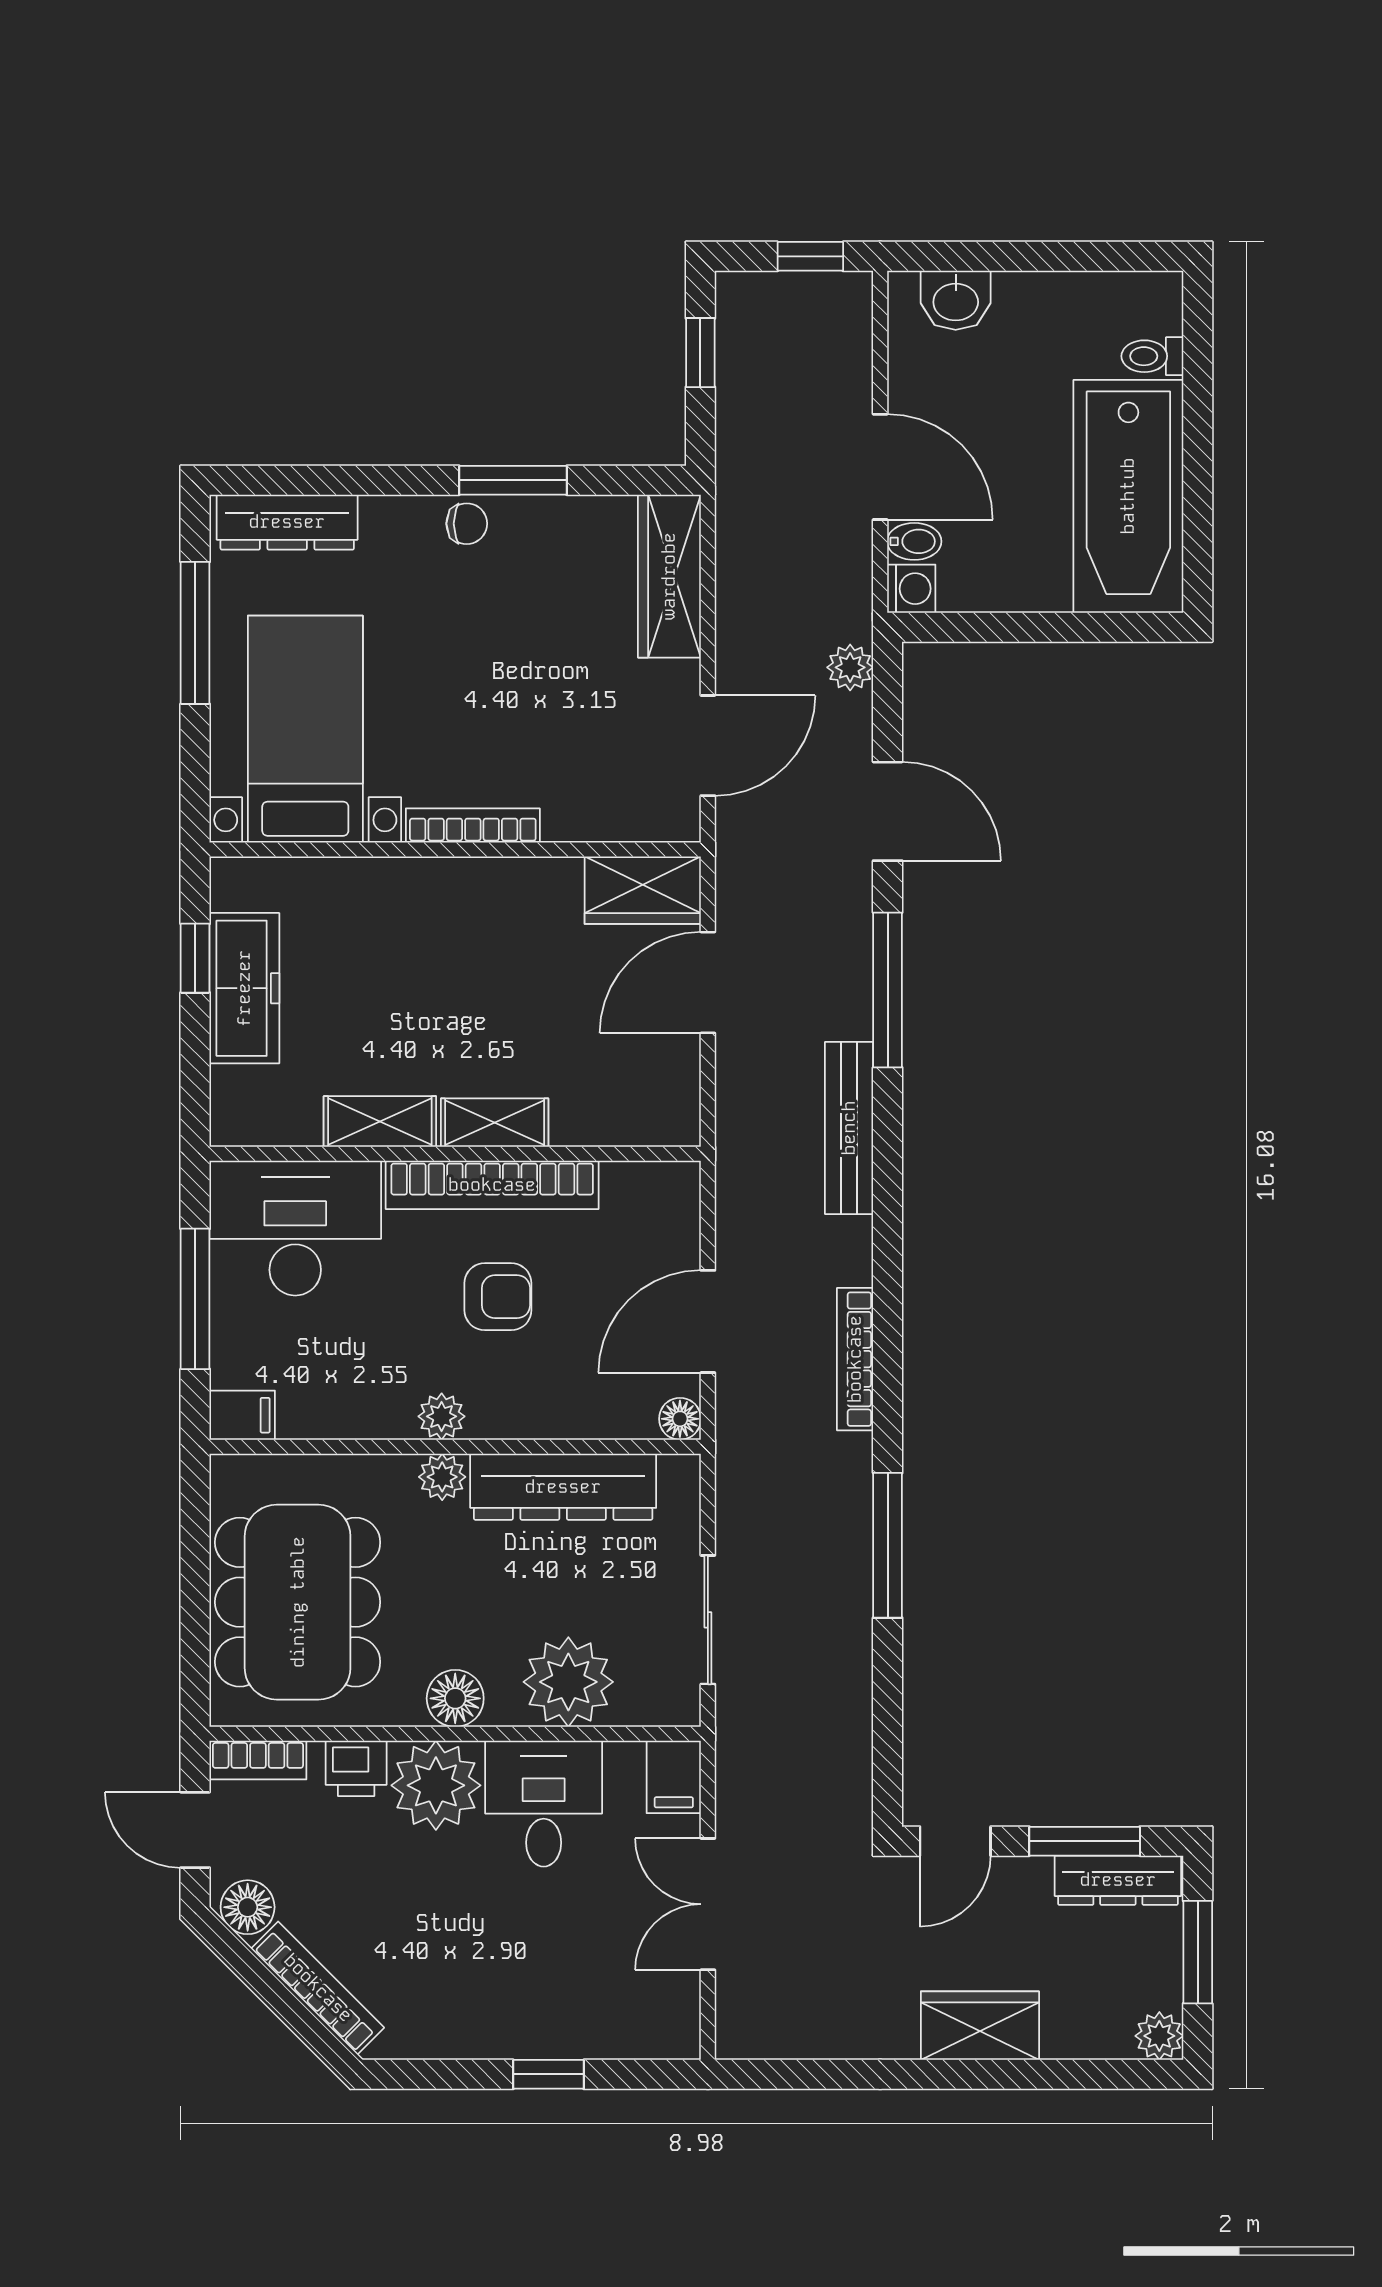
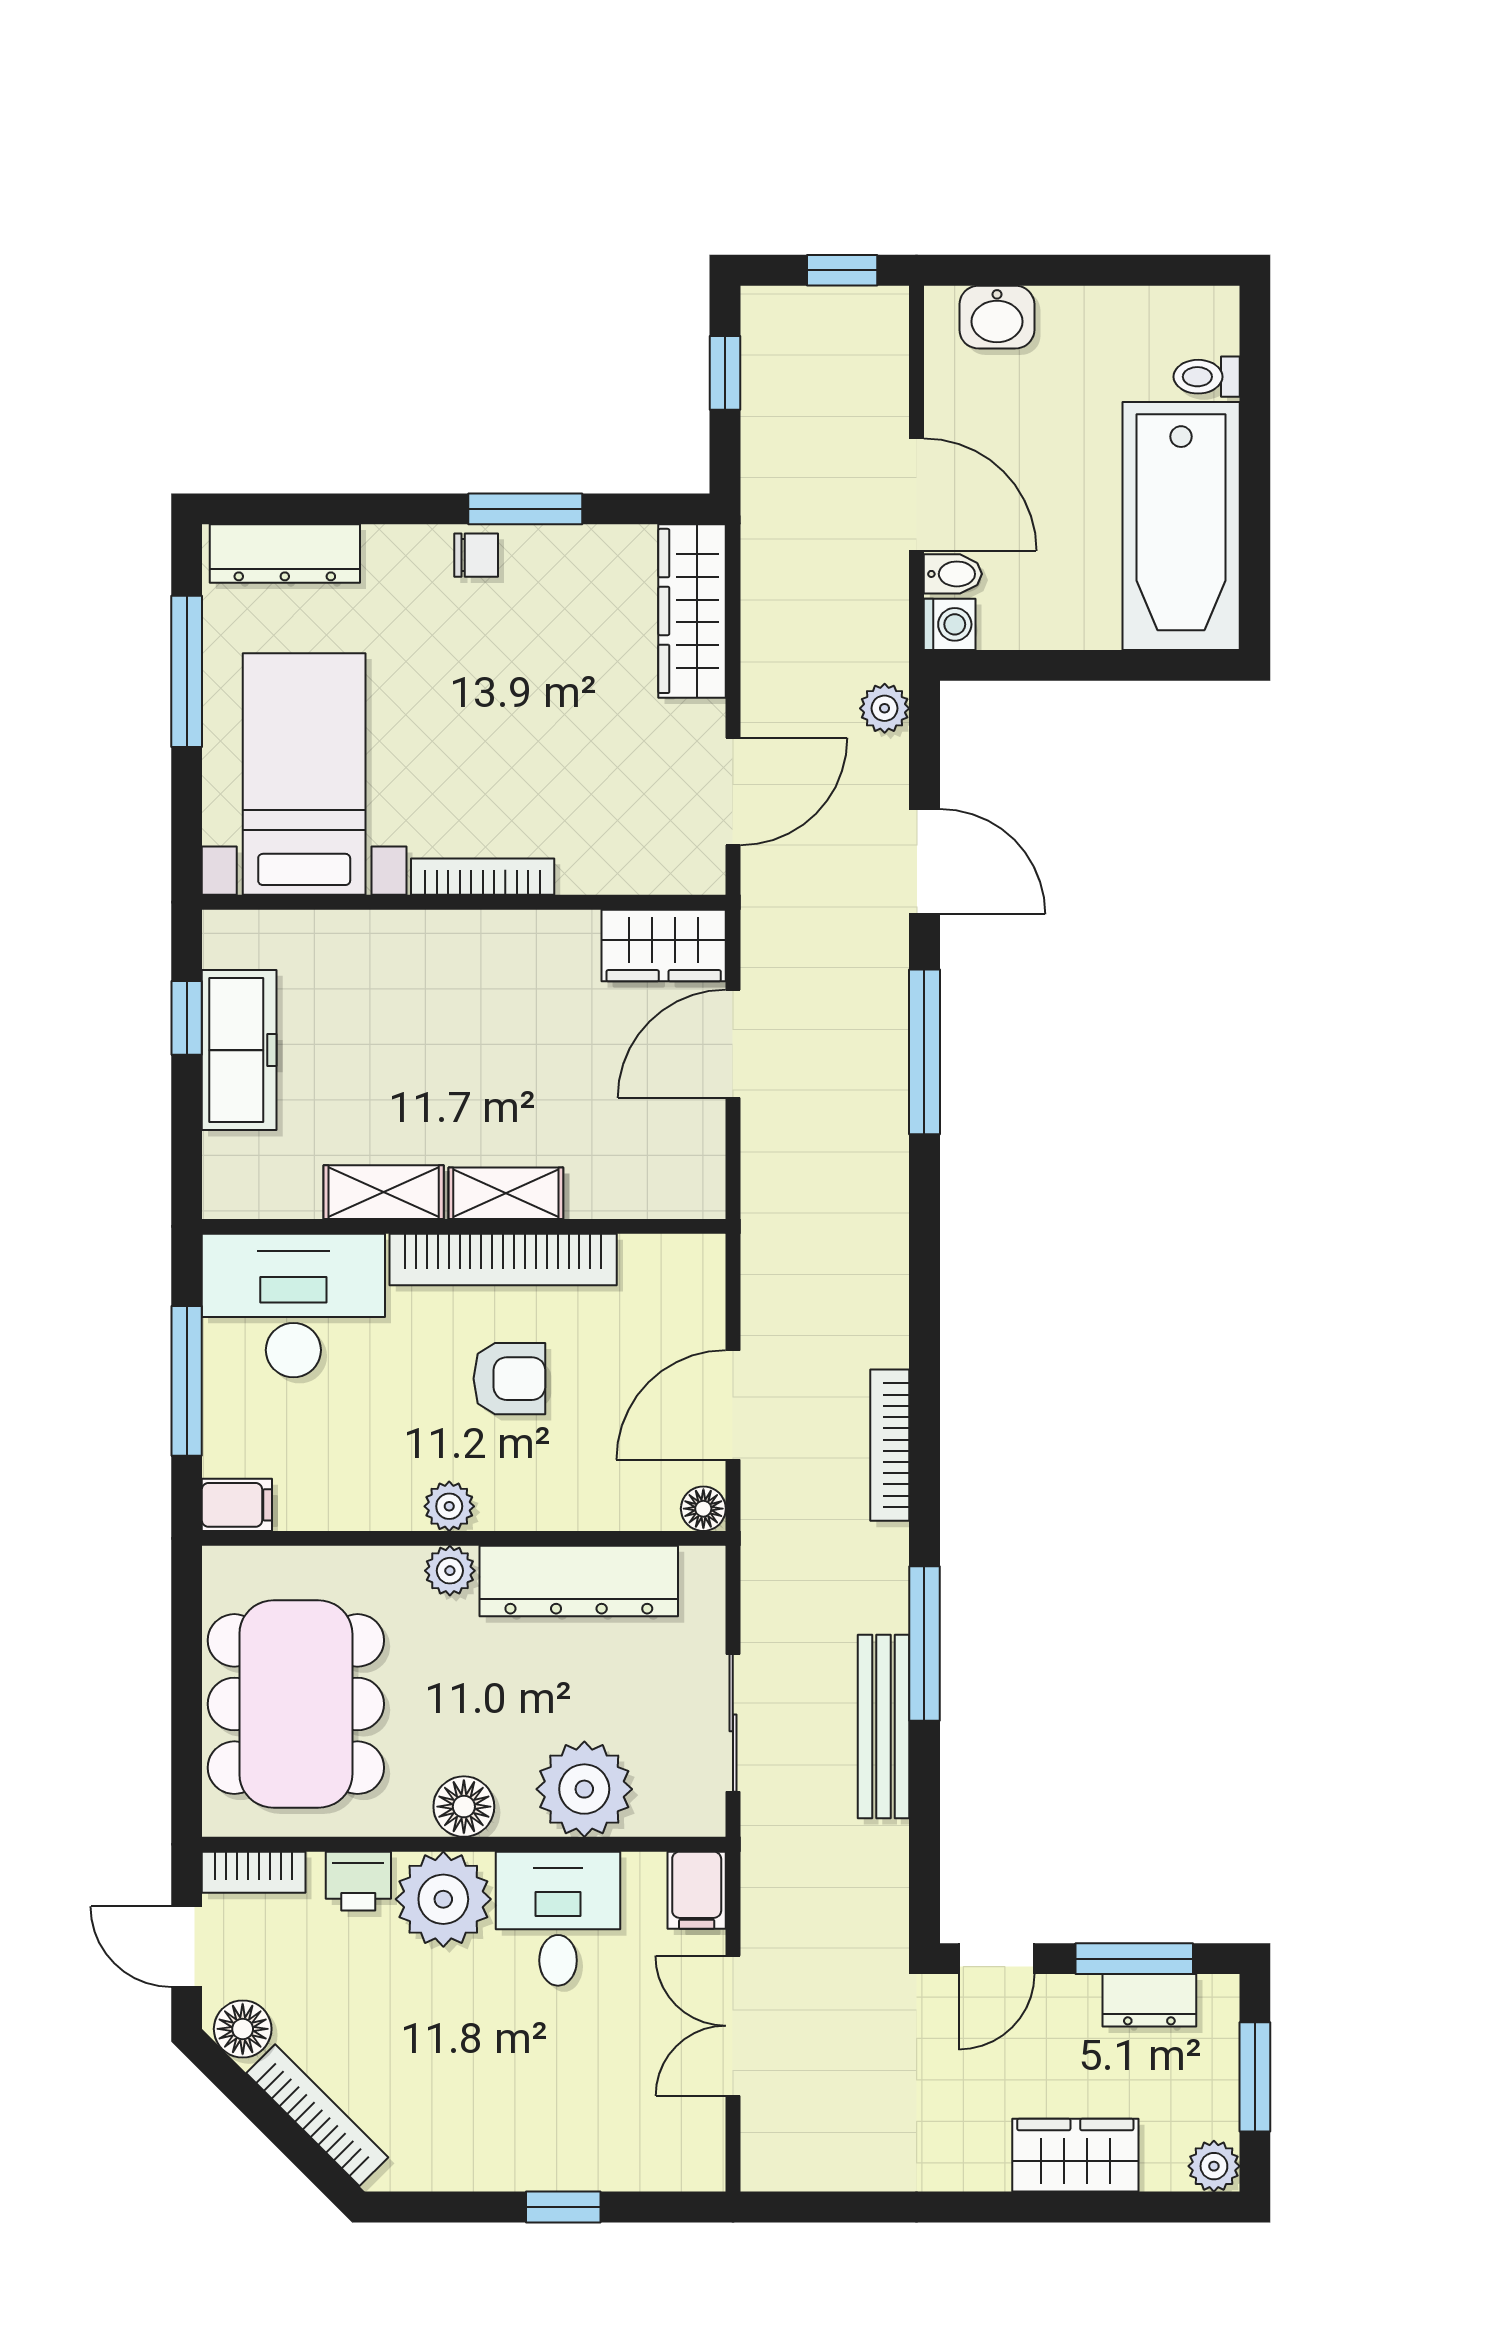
bench: (849, 1128) -> (883, 1727), moved
dresser: (1118, 1880) -> (1149, 2000), width x0.70
wardrobe: (980, 2026) -> (1075, 2155), moved

